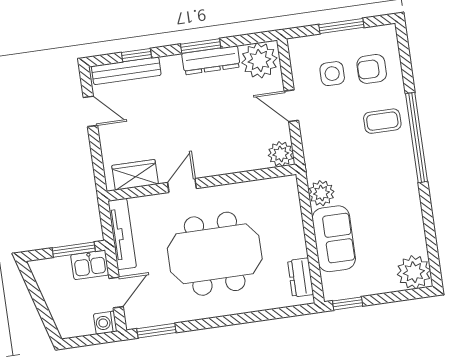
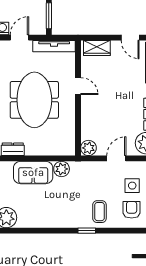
door: (90, 111) -> (130, 38), hinge flipped
window: (417, 138) -> (87, 231), width x0.32
wardrobe: (135, 175) -> (97, 48), moved, turned 90
kitchen sink: (90, 265) -> (38, 24), removed
door: (116, 293) -> (19, 38), swing flipped

